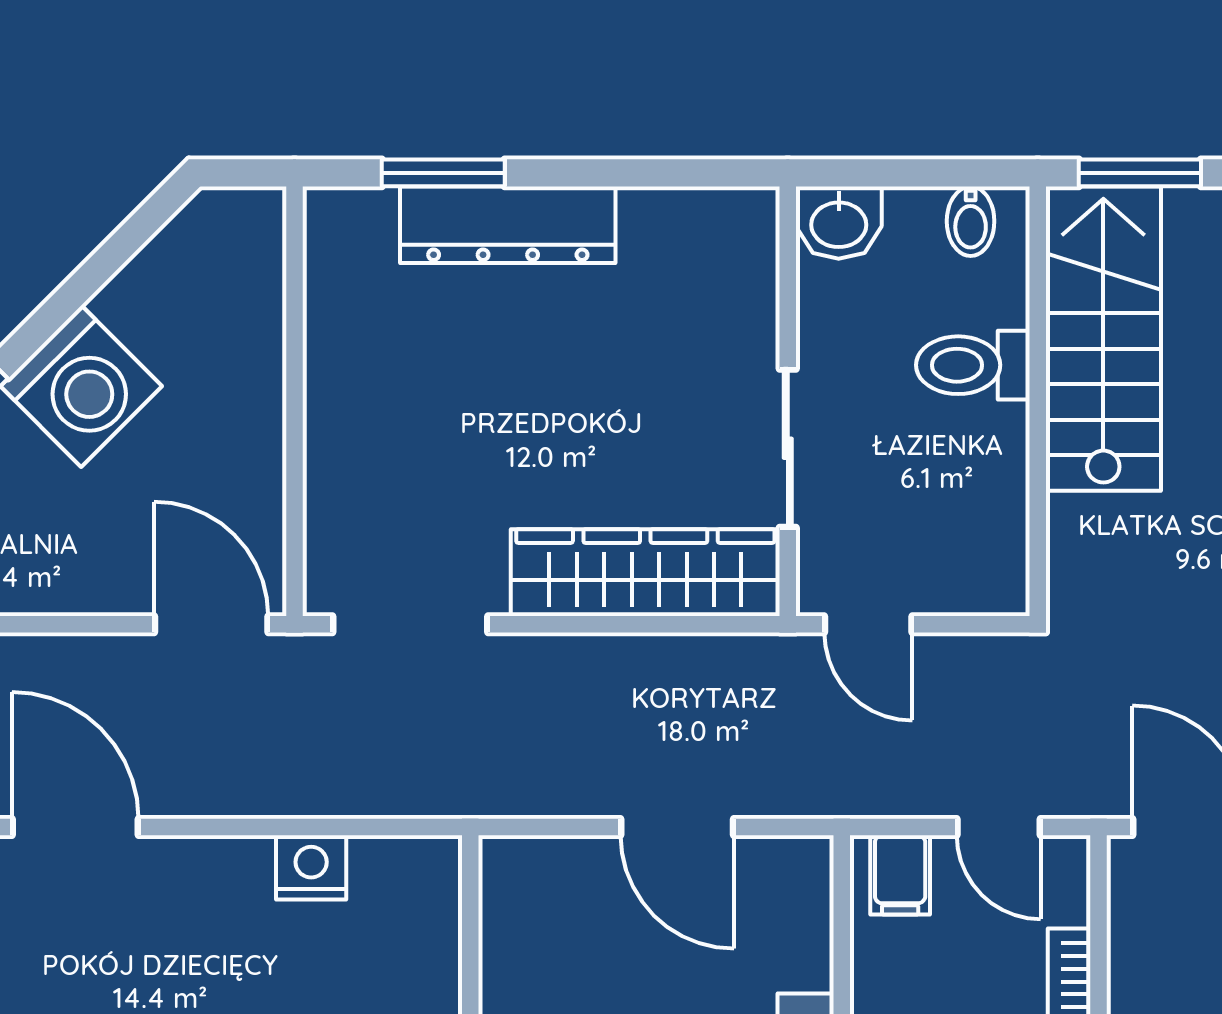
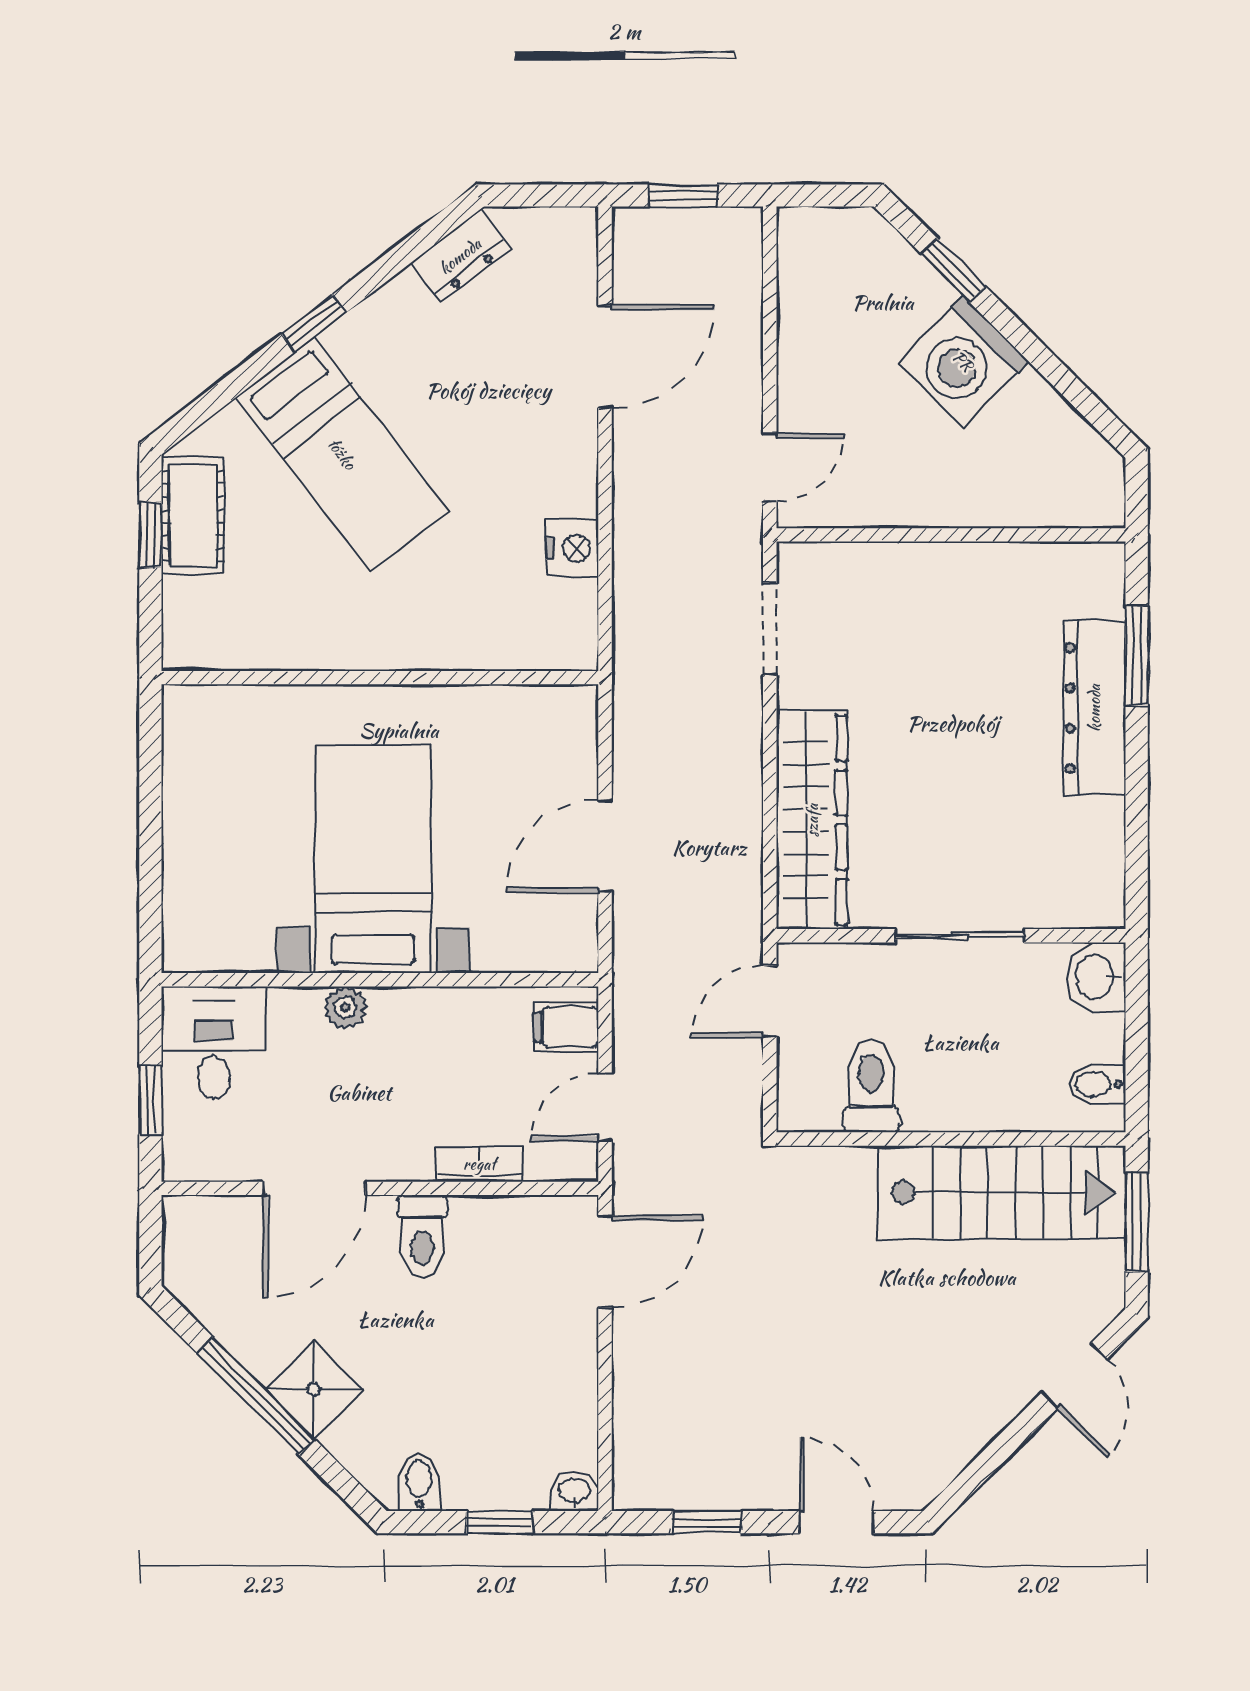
toilet: (973, 365) -> (871, 1086), moved
sliding door: (788, 448) -> (959, 936), moved
door: (211, 624) -> (770, 467), width x0.73
doorway: (410, 624) -> (770, 629), width x0.73

